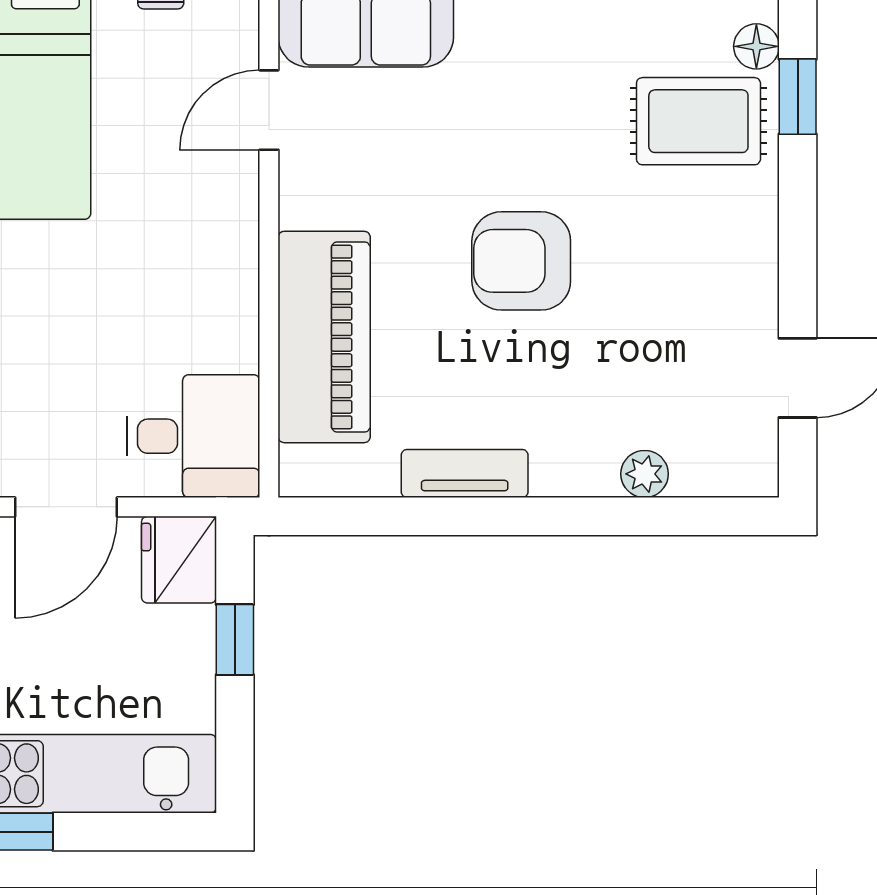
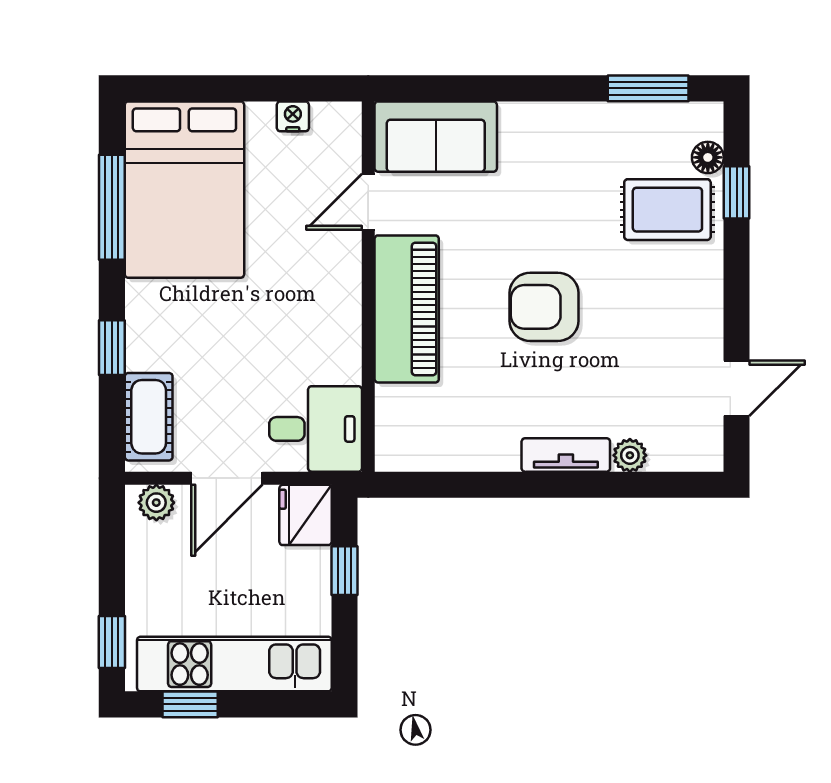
piano: (324, 337) -> (407, 309), moved
tv unit: (465, 473) -> (566, 455), moved

